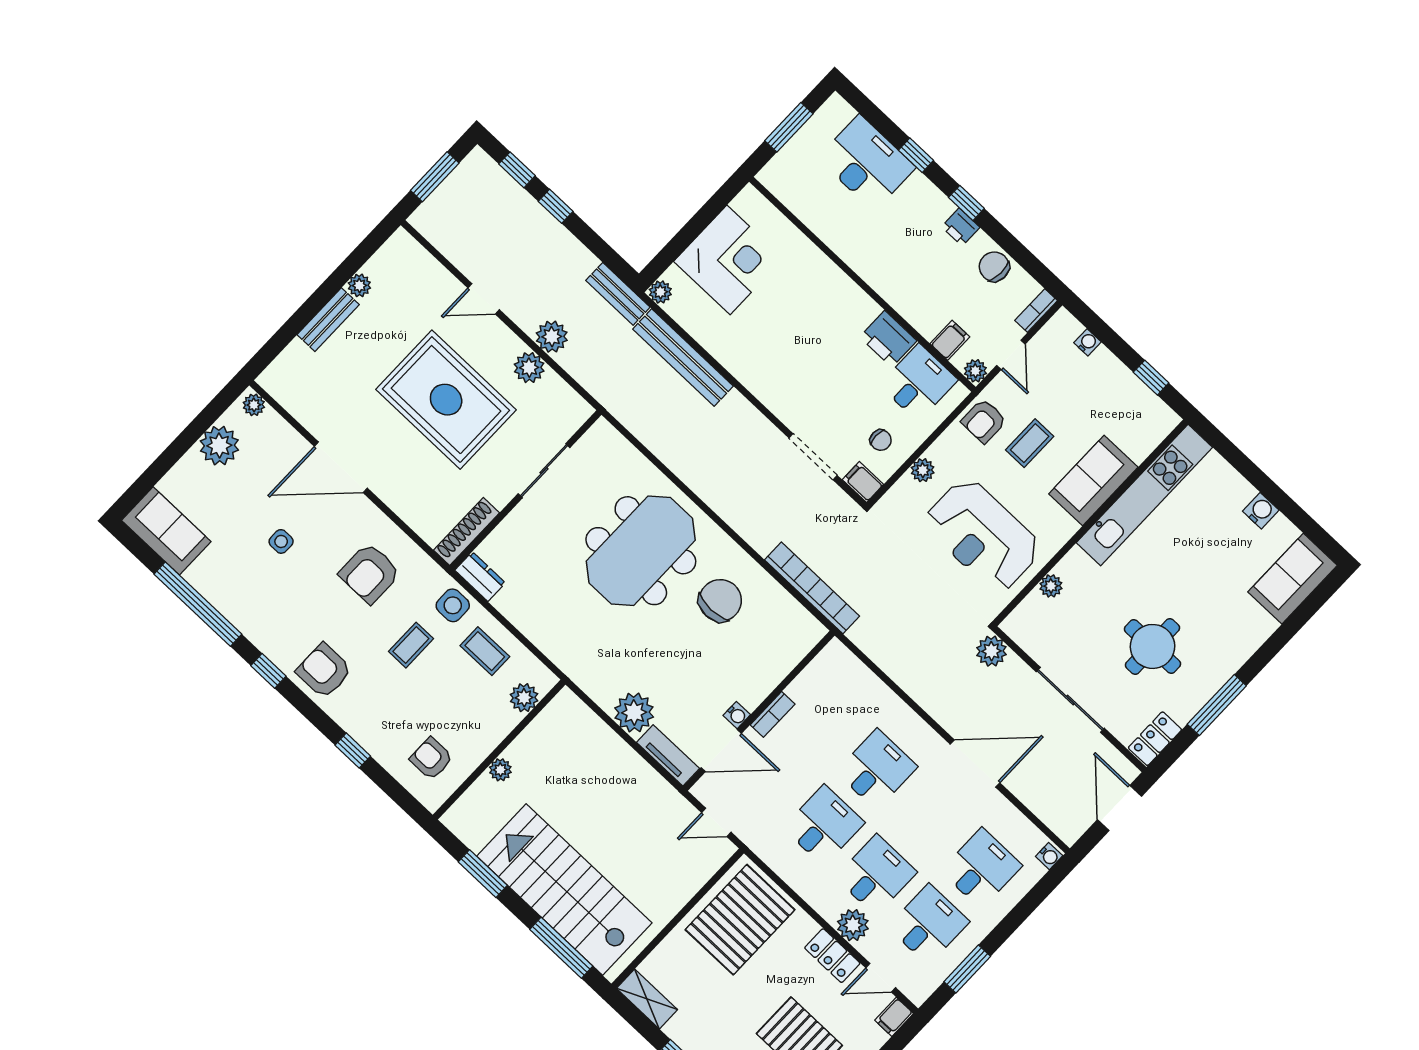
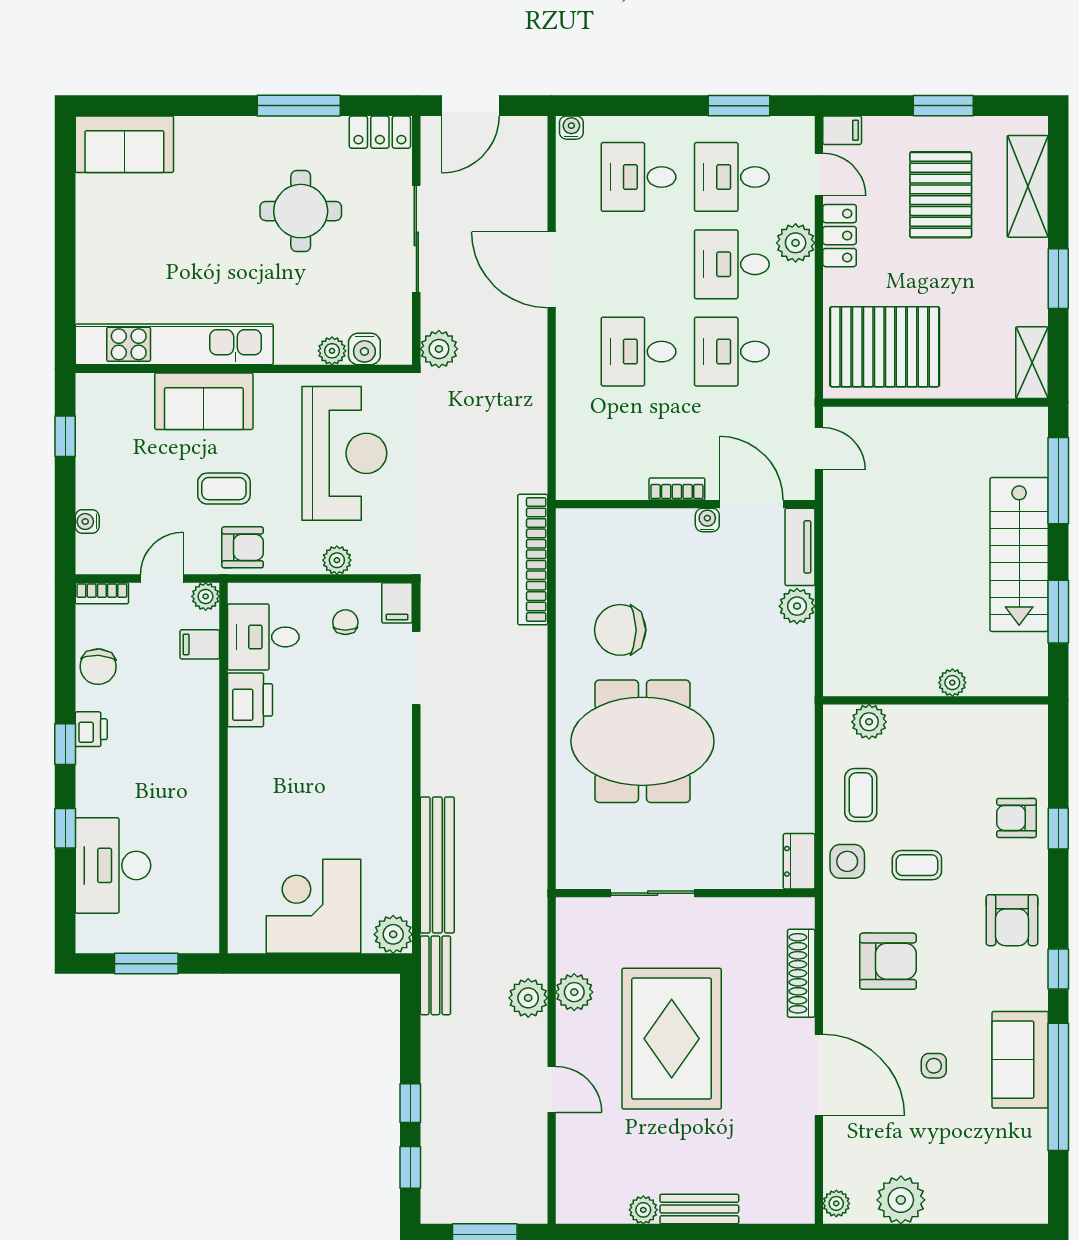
plant: (660, 292) -> (393, 934), width x1.38, depth x1.38
water cooler: (1261, 511) -> (364, 349), moved, turned -90
sofa: (166, 531) -> (1020, 1060), moved
shoe rack: (466, 531) -> (801, 973), moved, turned 90
plant: (634, 712) -> (797, 606), width x0.73, depth x0.73
armchair: (431, 759) -> (1016, 818), moved, turned 90
stairs: (564, 890) -> (1019, 554), width x0.73, depth x0.66

